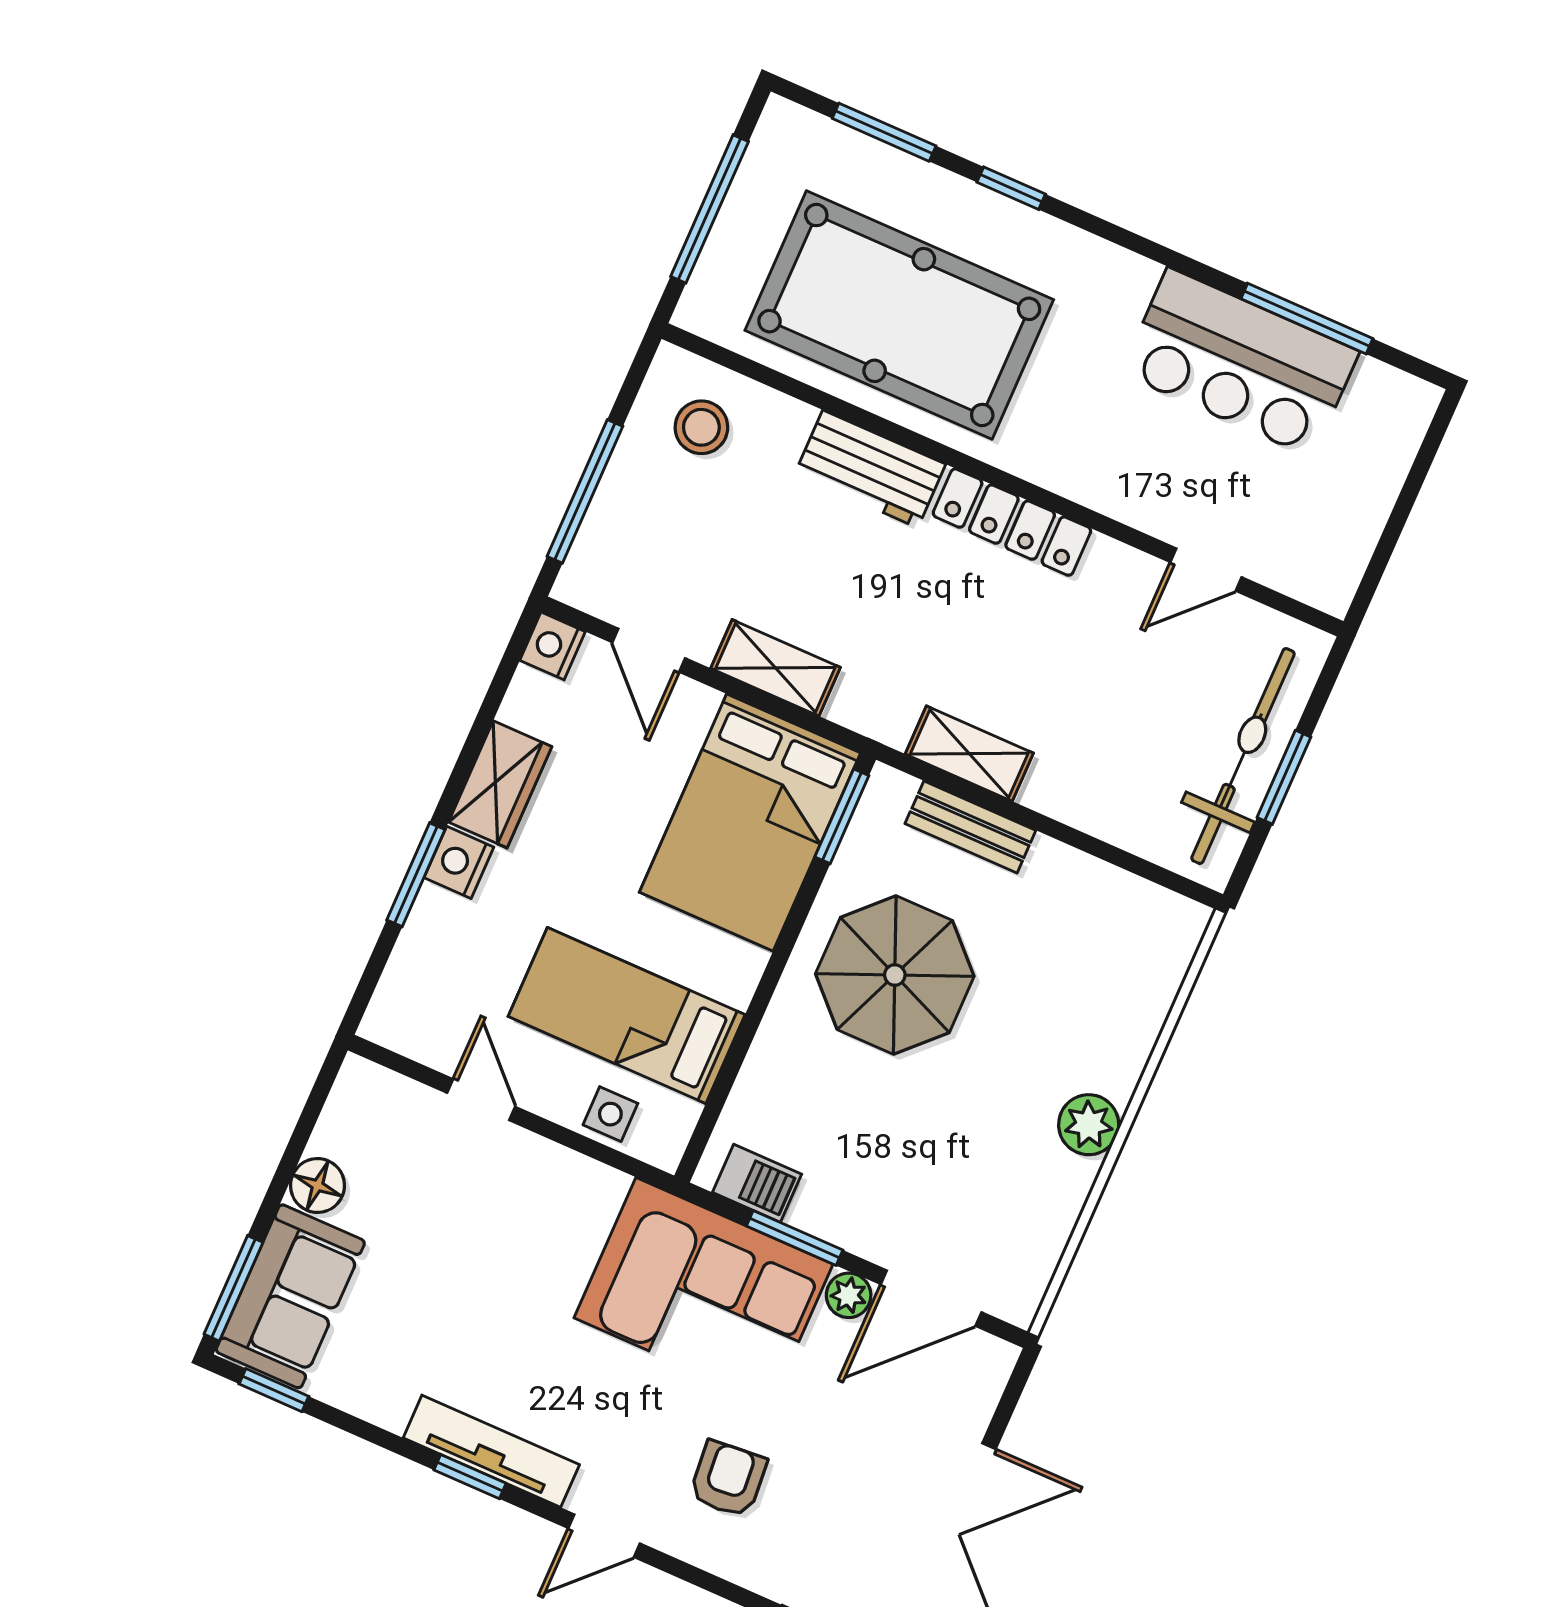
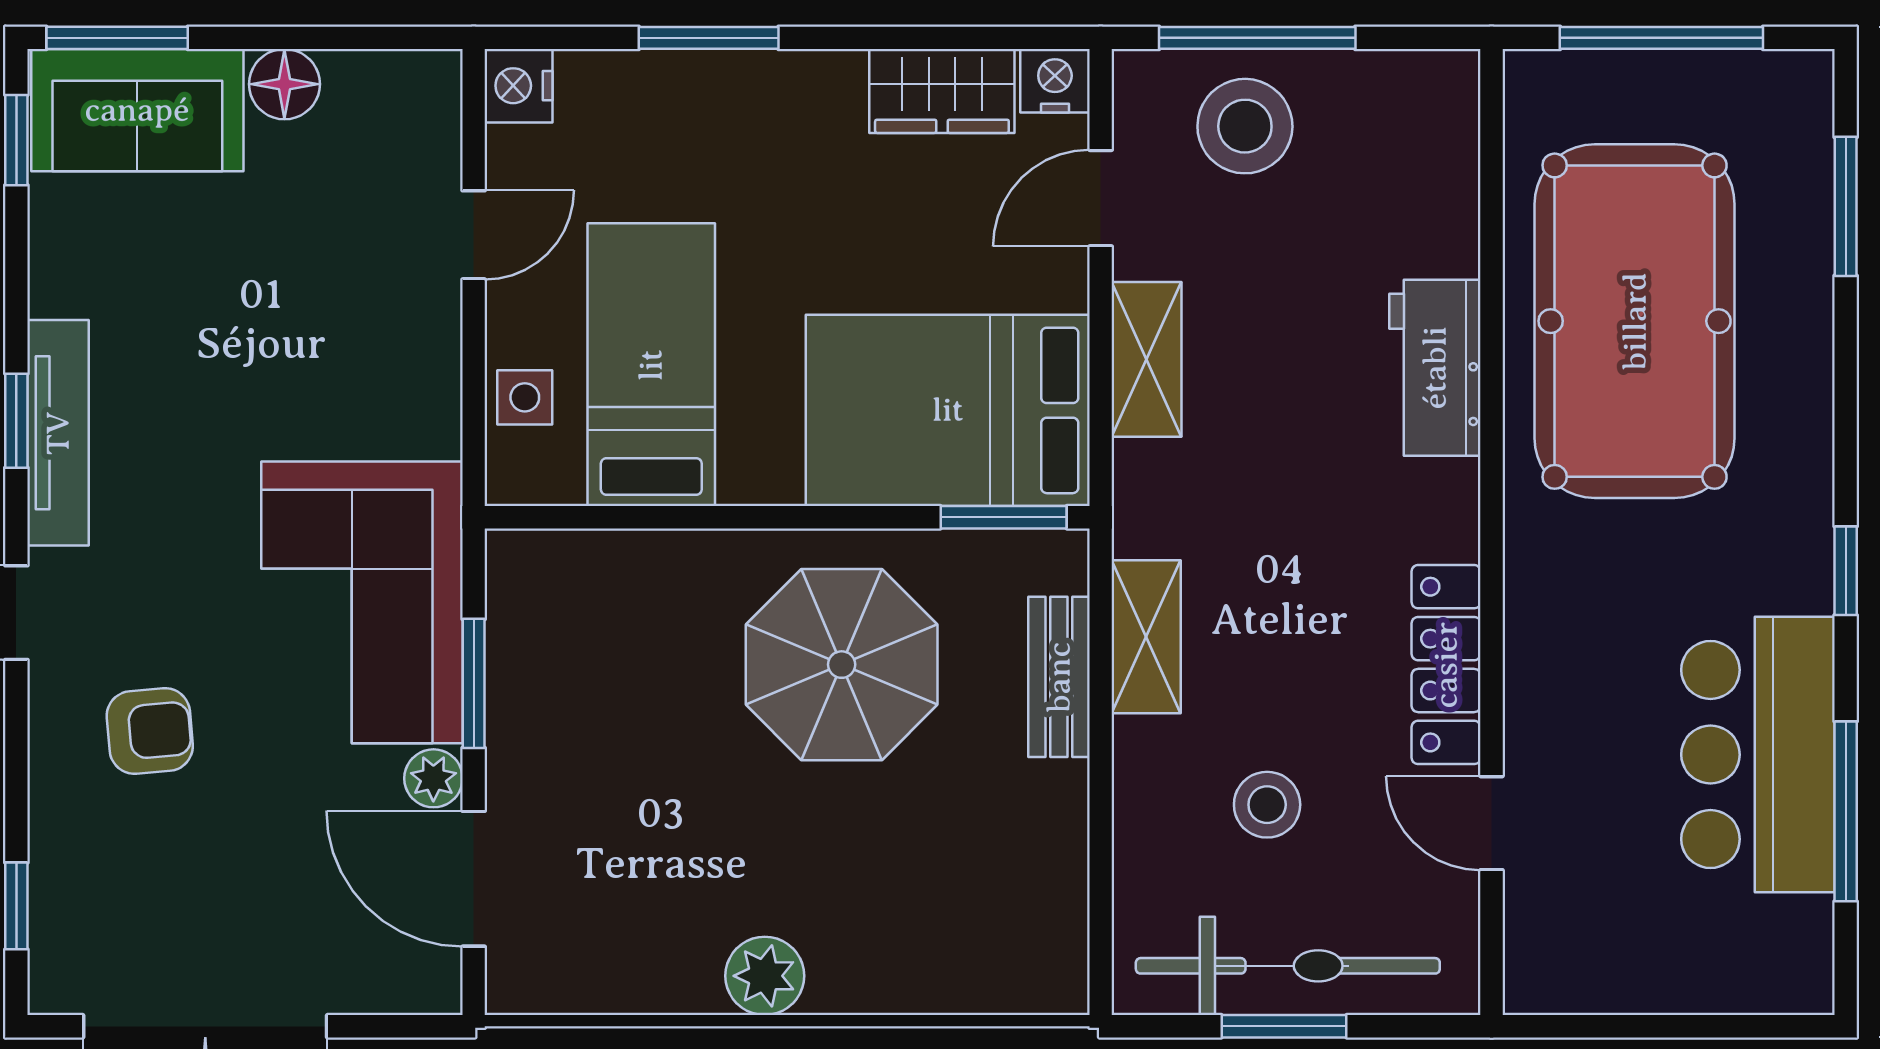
window: (1011, 188) -> (1846, 571), moved
stool: (701, 427) -> (1245, 126), moved, width x1.38, depth x1.38
locker: (1012, 522) -> (1446, 665), moved
stool: (1124, 721) -> (1267, 805), added
wardrobe: (500, 784) -> (942, 91), moved
nightstand: (459, 862) -> (519, 86), moved, turned -90
barbecue: (757, 1183) -> (519, 609), removed

